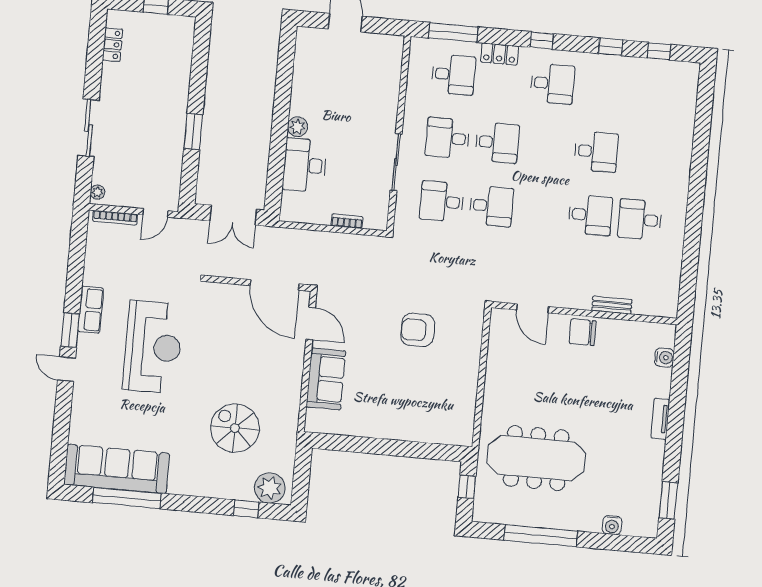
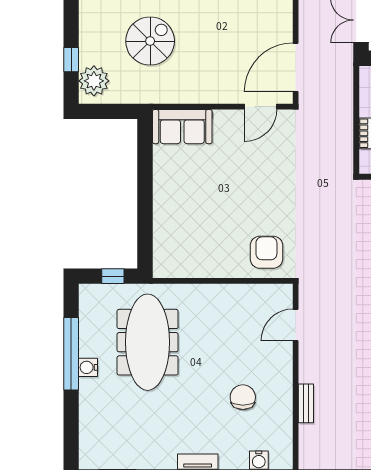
armchair: (418, 330) -> (266, 252), moved
chair: (583, 332) -> (243, 397), moved
sofa: (326, 379) -> (182, 127), moved
water cooler: (612, 525) -> (88, 367), moved

